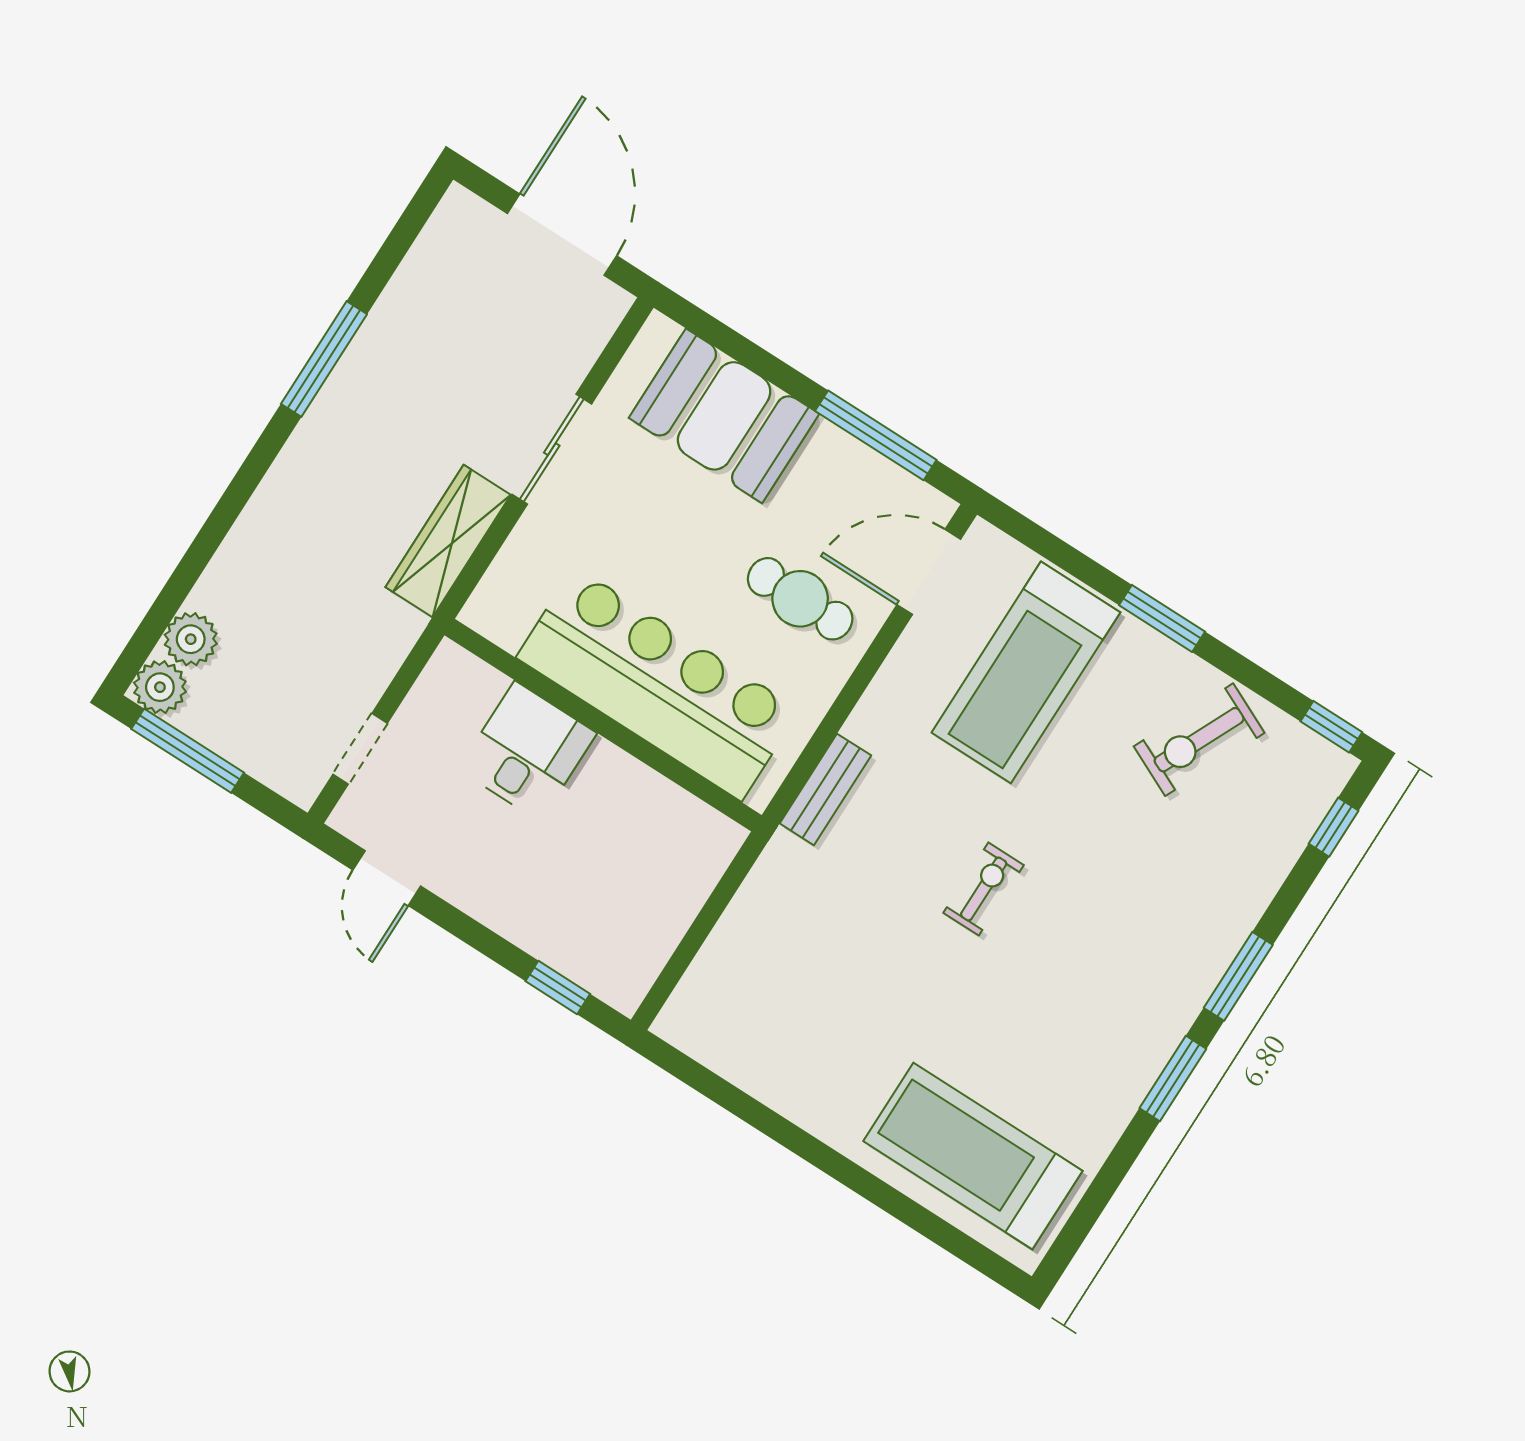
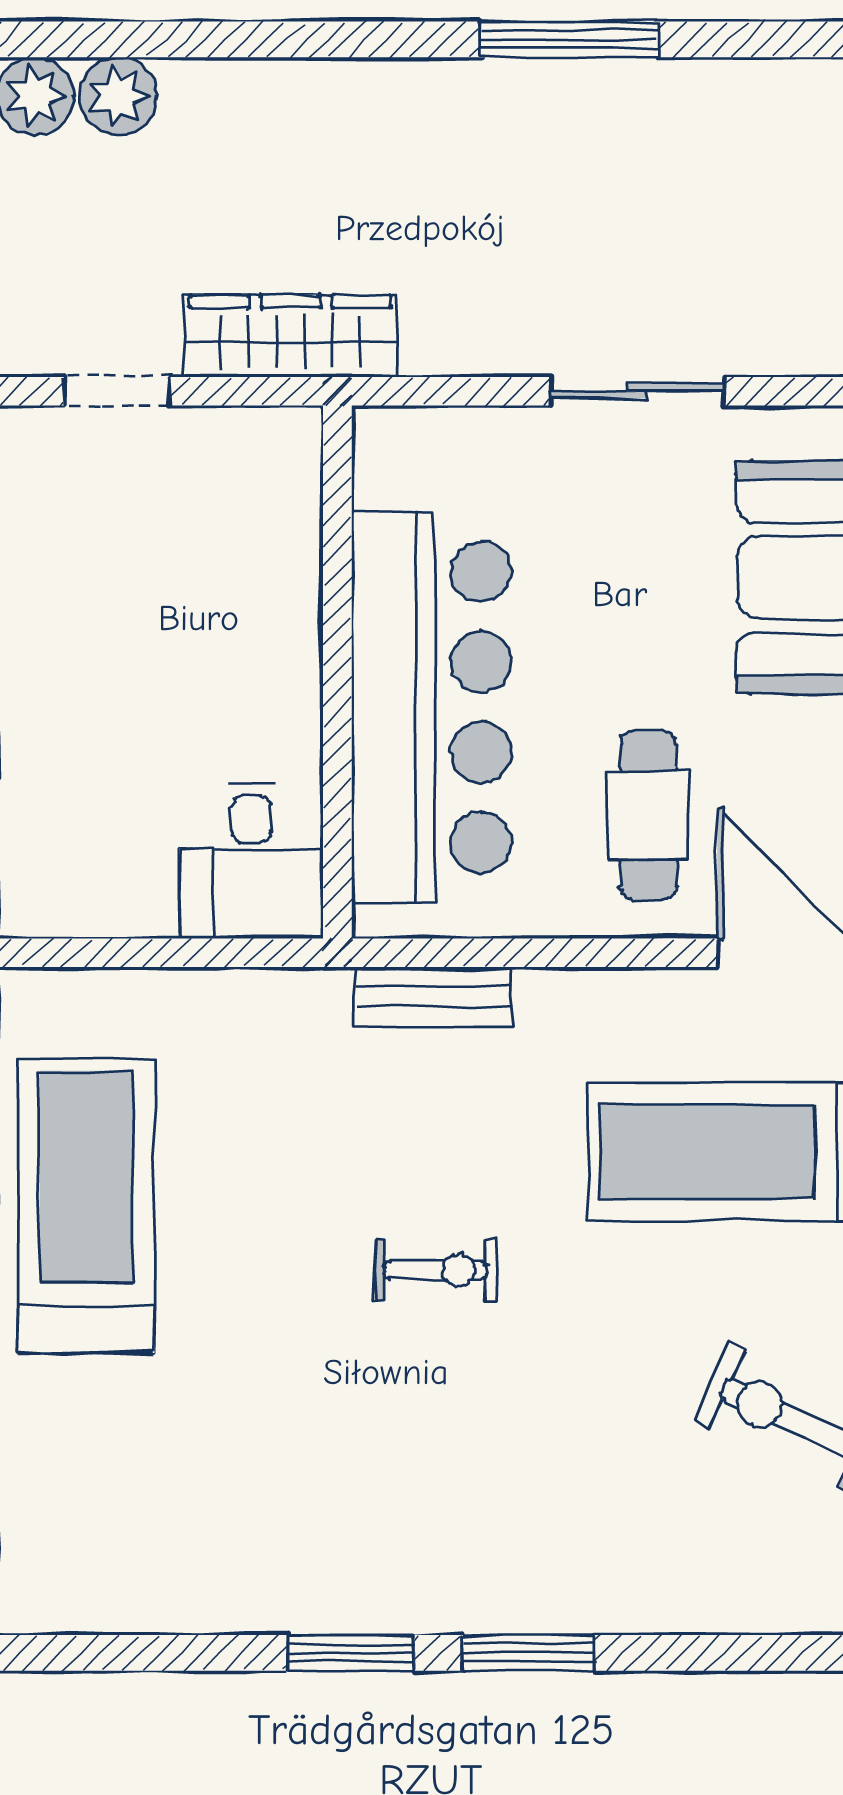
wardrobe: (448, 541) -> (290, 336), moved
desk: (527, 751) -> (251, 861), moved, turned 90
window: (1334, 827) -> (787, 1653), removed
treadmill: (973, 1156) -> (86, 1206), moved

